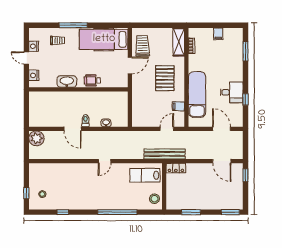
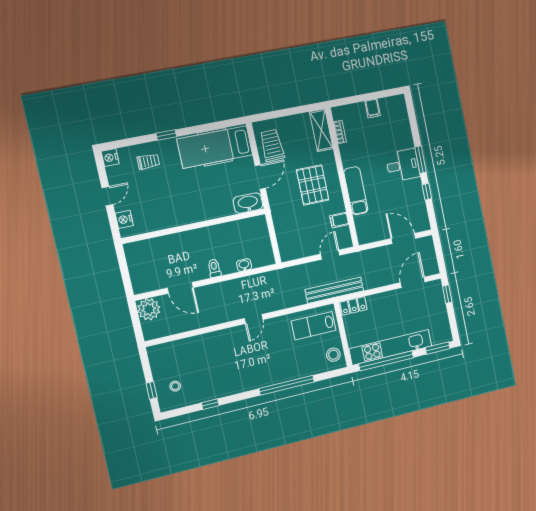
window: (73, 25) -> (166, 135), width x0.46
nightstand: (34, 46) -> (110, 158), moved
window: (245, 51) -> (421, 160), moved
door: (26, 58) -> (107, 196), swing flipped
wheelchair: (92, 80) -> (211, 209), removed
washbasin: (67, 81) -> (248, 203), moved
desk: (232, 92) -> (403, 165), moved
exam couch: (197, 94) -> (356, 191), width x0.73, depth x0.69
door: (72, 129) -> (180, 288), moved
door: (222, 161) -> (413, 282), swing flipped
kitchen unit: (196, 203) -> (391, 347), added
window: (191, 212) -> (386, 361), width x2.11

